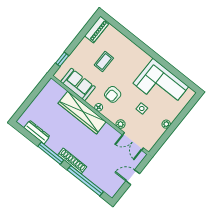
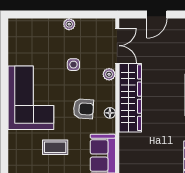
corner sofa: (161, 85) -> (31, 98), moved
wardrobe: (82, 113) -> (130, 98), moved
door: (133, 177) -> (157, 14), hinge flipped

